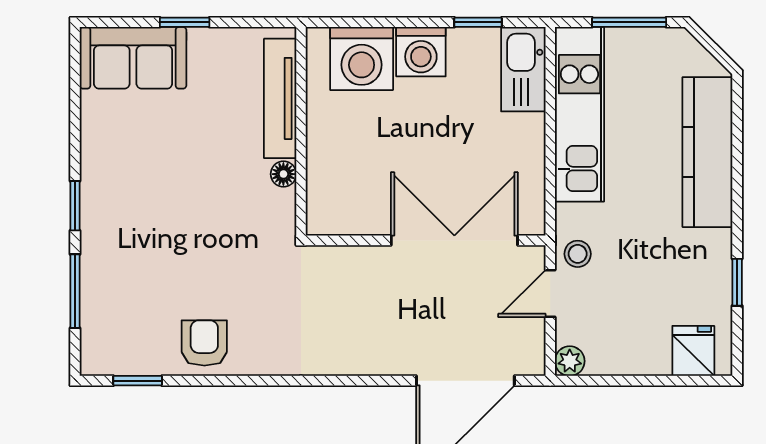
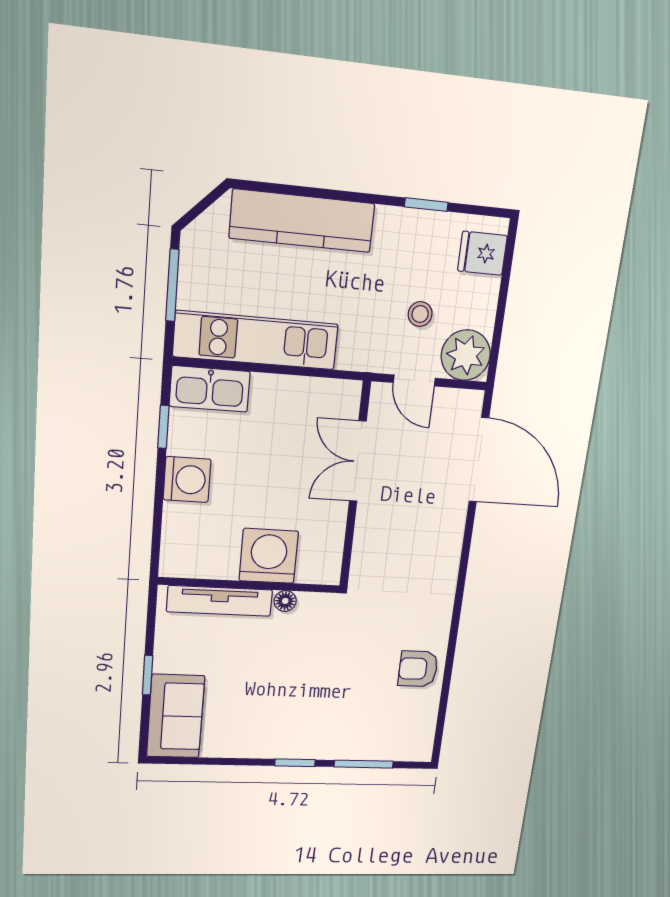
washing machine: (362, 59) -> (269, 556), moved, turned -90
double door: (454, 240) -> (358, 461), width x0.73
stool: (578, 254) -> (420, 314), moved
plant: (570, 361) -> (466, 355), width x1.87, depth x1.87
window: (138, 381) -> (441, 720), removed

